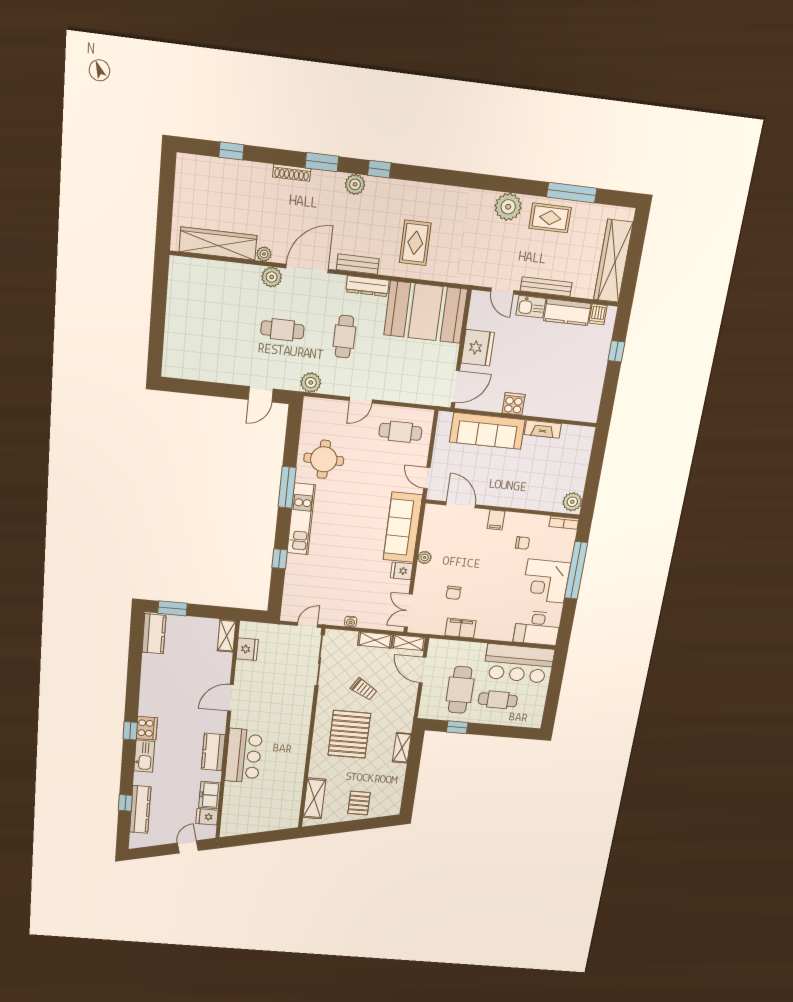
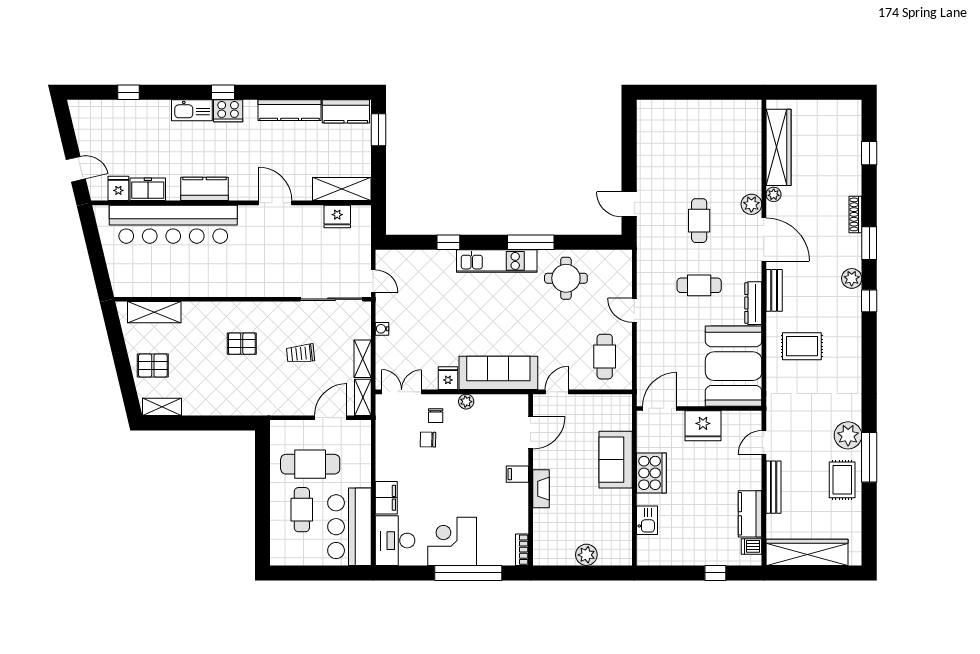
window: (572, 193) -> (869, 457), moved
kitchen sink: (531, 307) -> (647, 520), moved, turned 180
plant: (311, 383) -> (647, 256), removed
door: (456, 387) -> (660, 408), swing flipped
cooker: (514, 404) -> (651, 473), width x1.87, depth x1.31
fireplace: (543, 429) -> (541, 489), moved, turned 180
sofa: (487, 431) -> (616, 460), width x0.73
plant: (572, 502) -> (586, 555), moved
chair: (522, 543) -> (436, 416), moved
filing cabinet: (460, 628) -> (386, 498), moved
shelving: (227, 636) -> (342, 189), width x1.50, depth x1.33
trolley: (364, 689) -> (301, 354), turned 53
window: (457, 727) -> (263, 468), removed
pallet: (349, 734) -> (242, 344), width x0.49, depth x0.50
shelving: (402, 748) -> (162, 407), moved
bar counter: (244, 756) -> (173, 224), width x1.86
kitchen counter: (140, 809) -> (290, 110), moved

